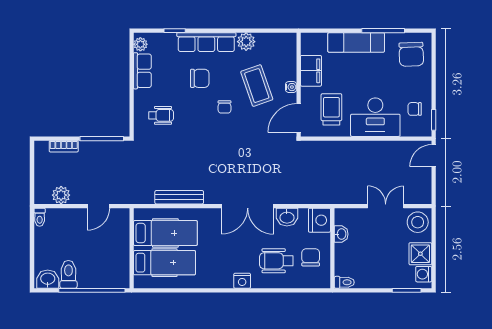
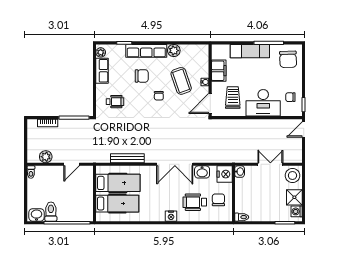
washbasin: (341, 234) -> (240, 172), moved

